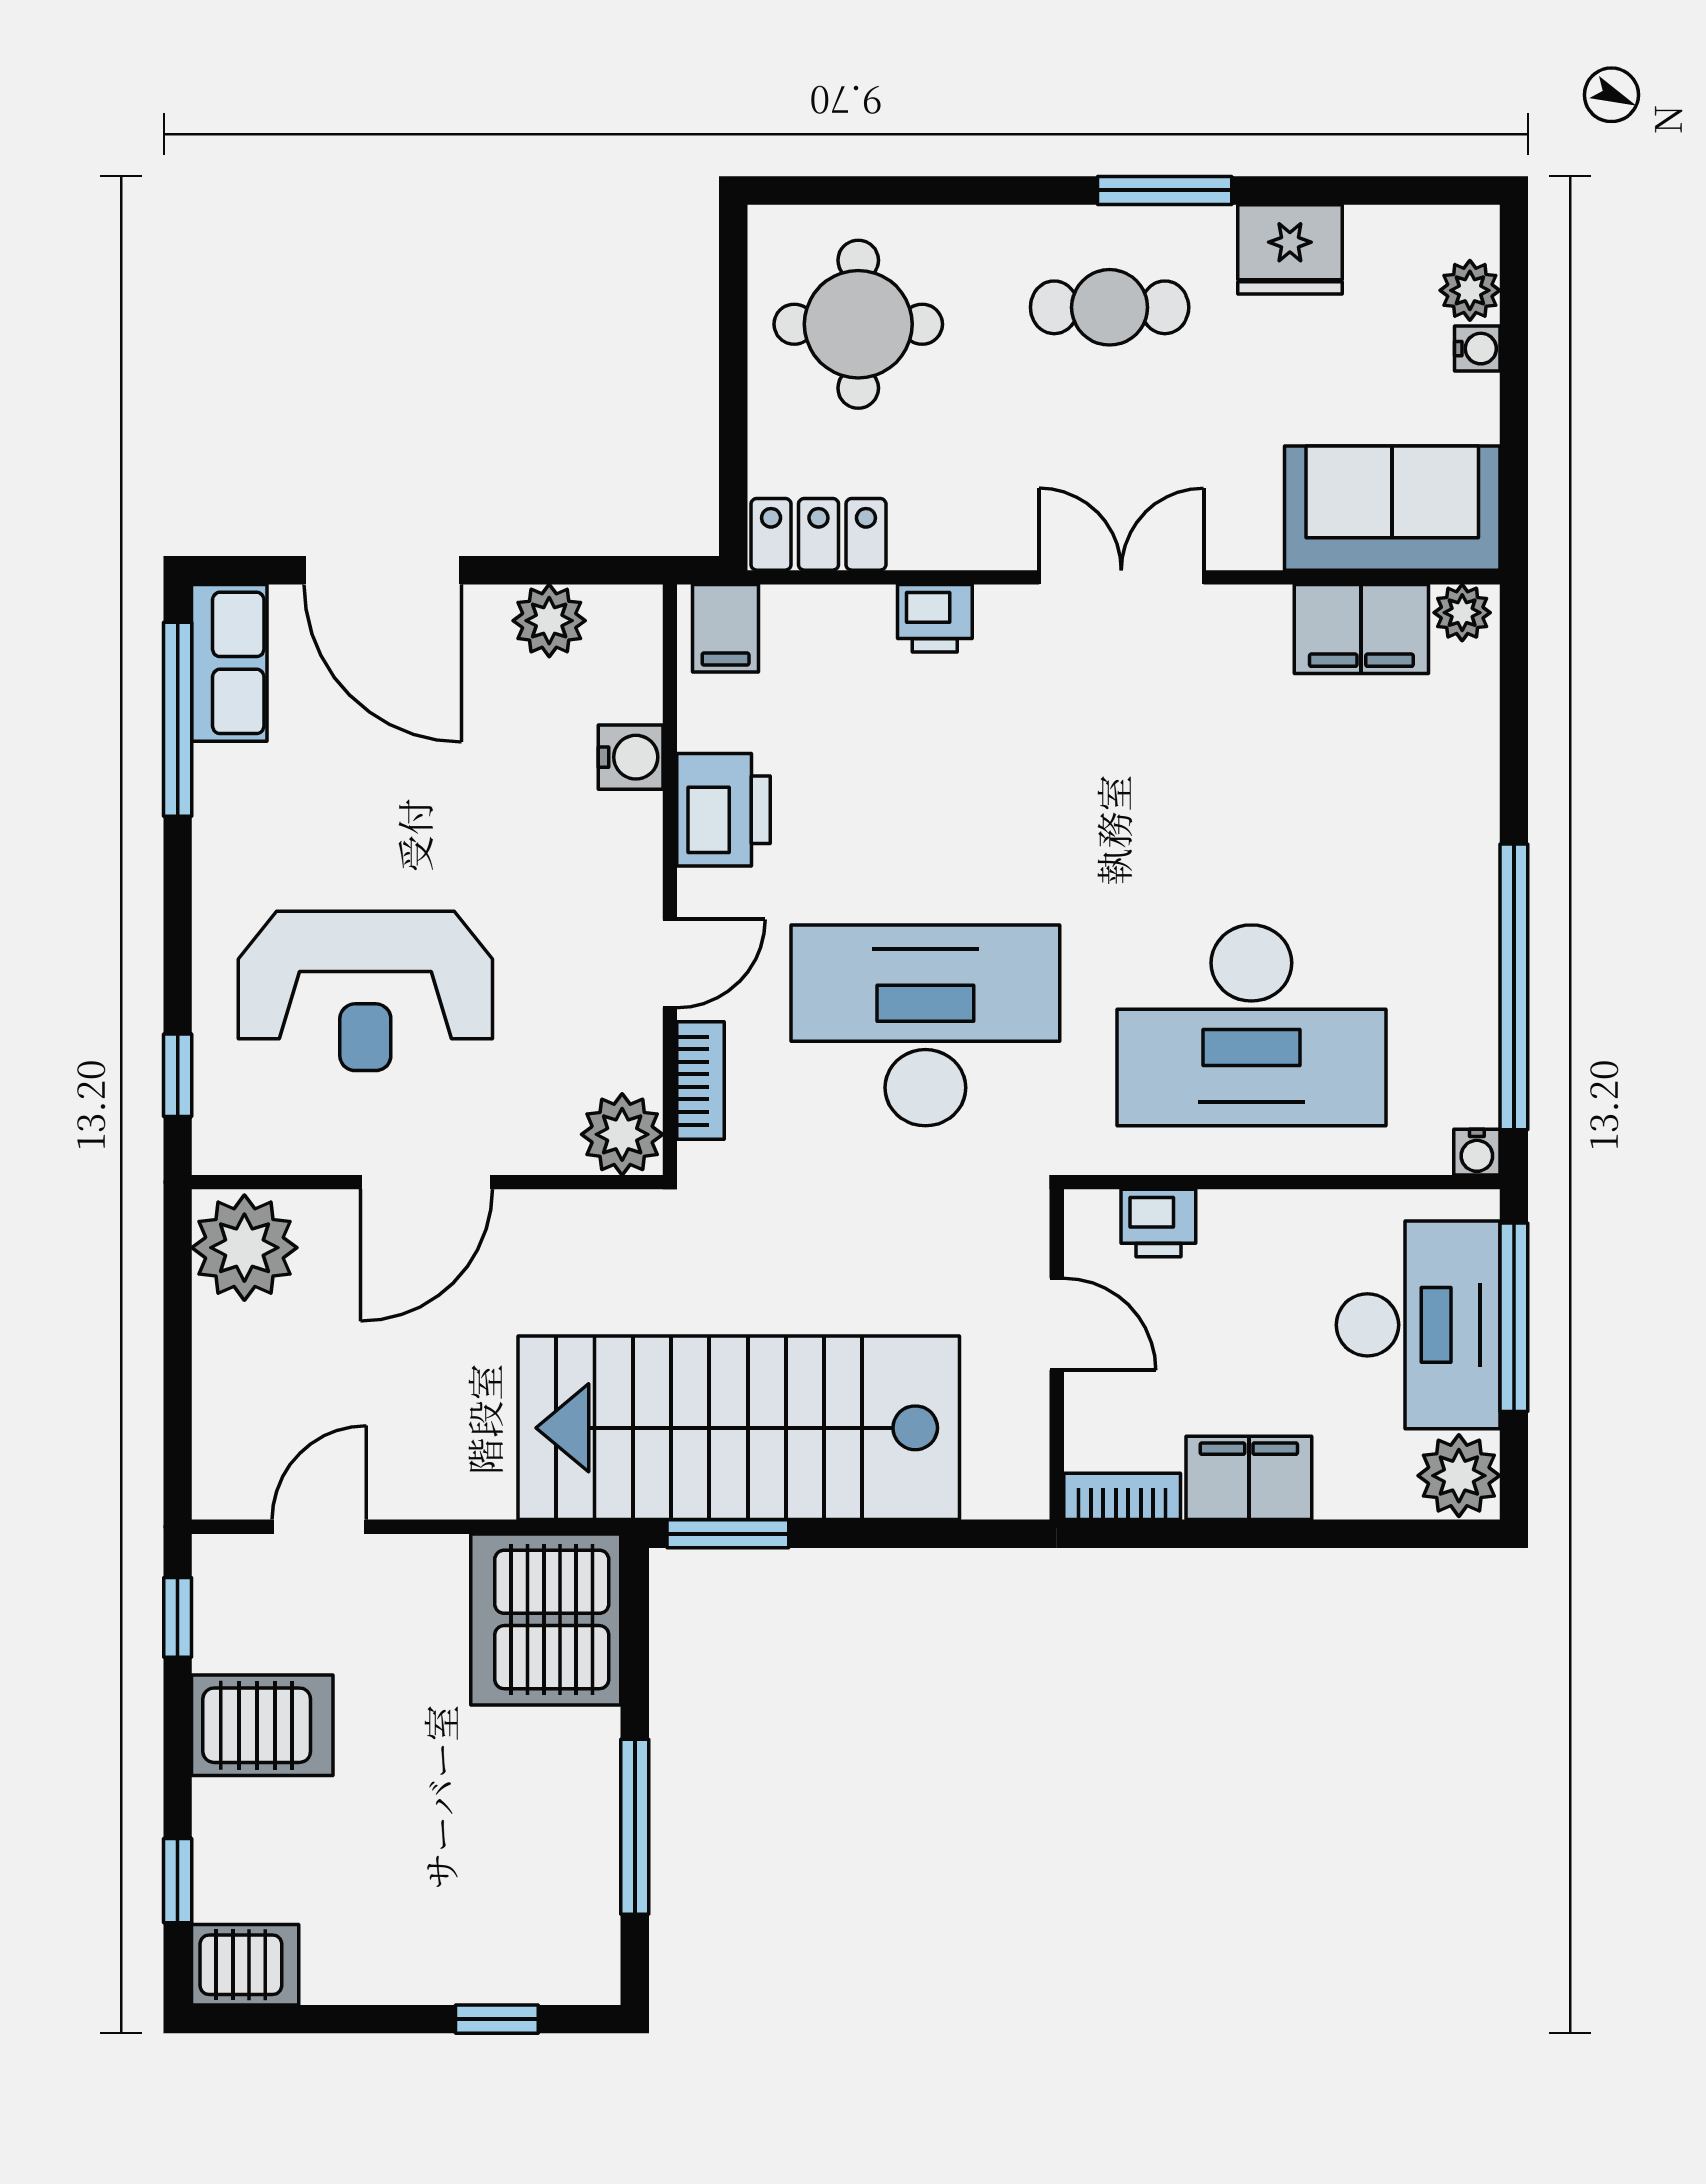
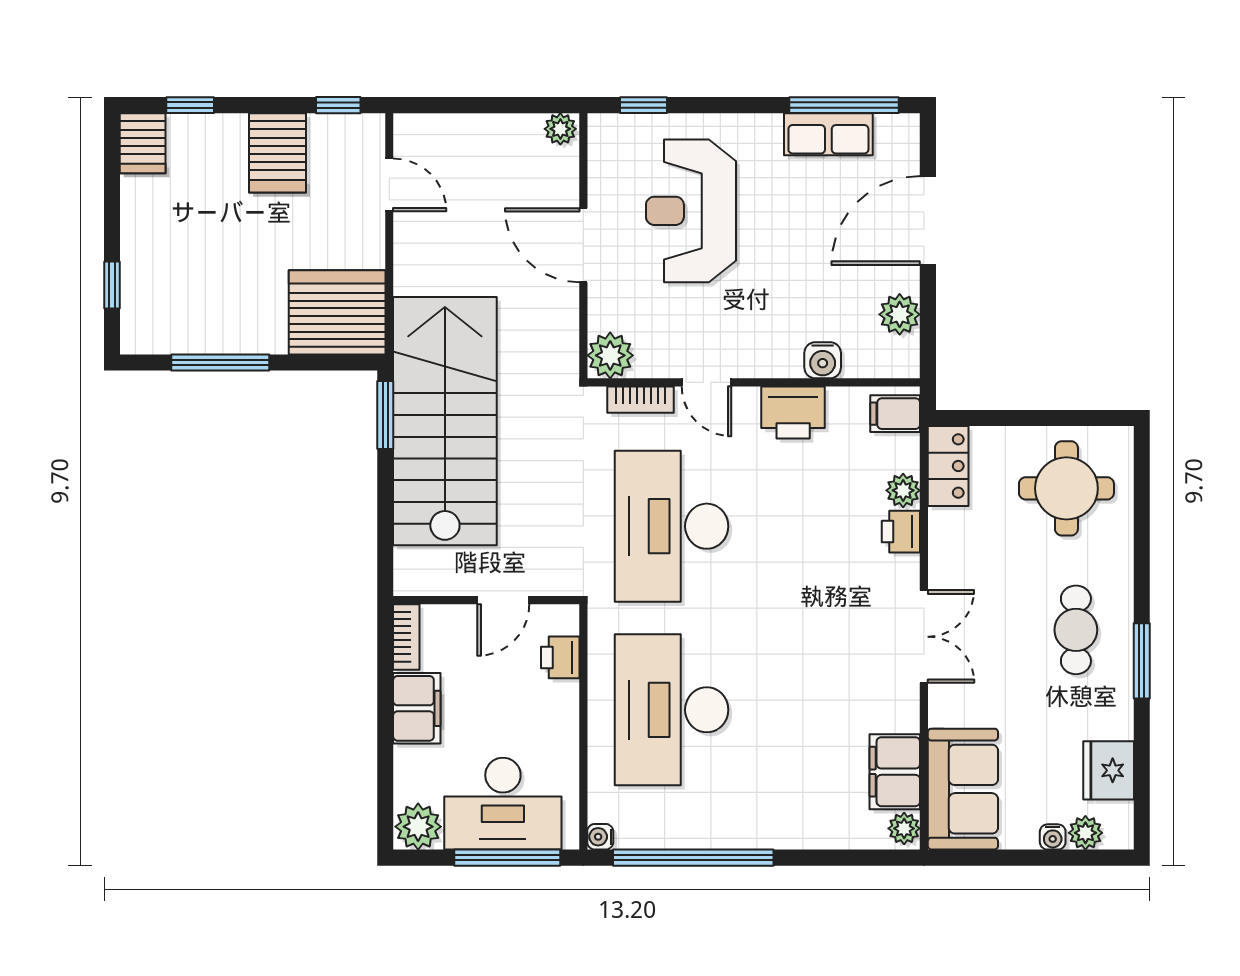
fridge: (1290, 249) -> (1109, 770), moved
plant: (862, 614) -> (903, 490), added
row of seats: (229, 663) -> (828, 134), moved
desk: (925, 1025) -> (672, 526), turned 180
plant: (244, 1248) -> (560, 129), width x0.53, depth x0.53

